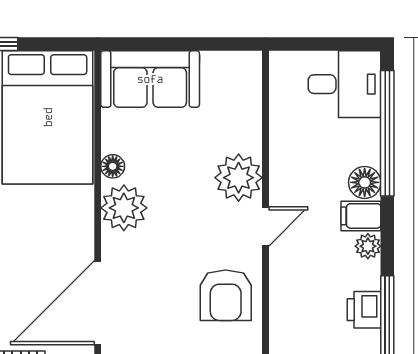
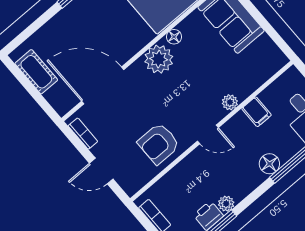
plant: (239, 178) -> (230, 102), width x0.53, depth x0.53
filing cabinet: (361, 216) -> (257, 112), moved, turned 180
plant: (368, 246) -> (226, 204), moved

